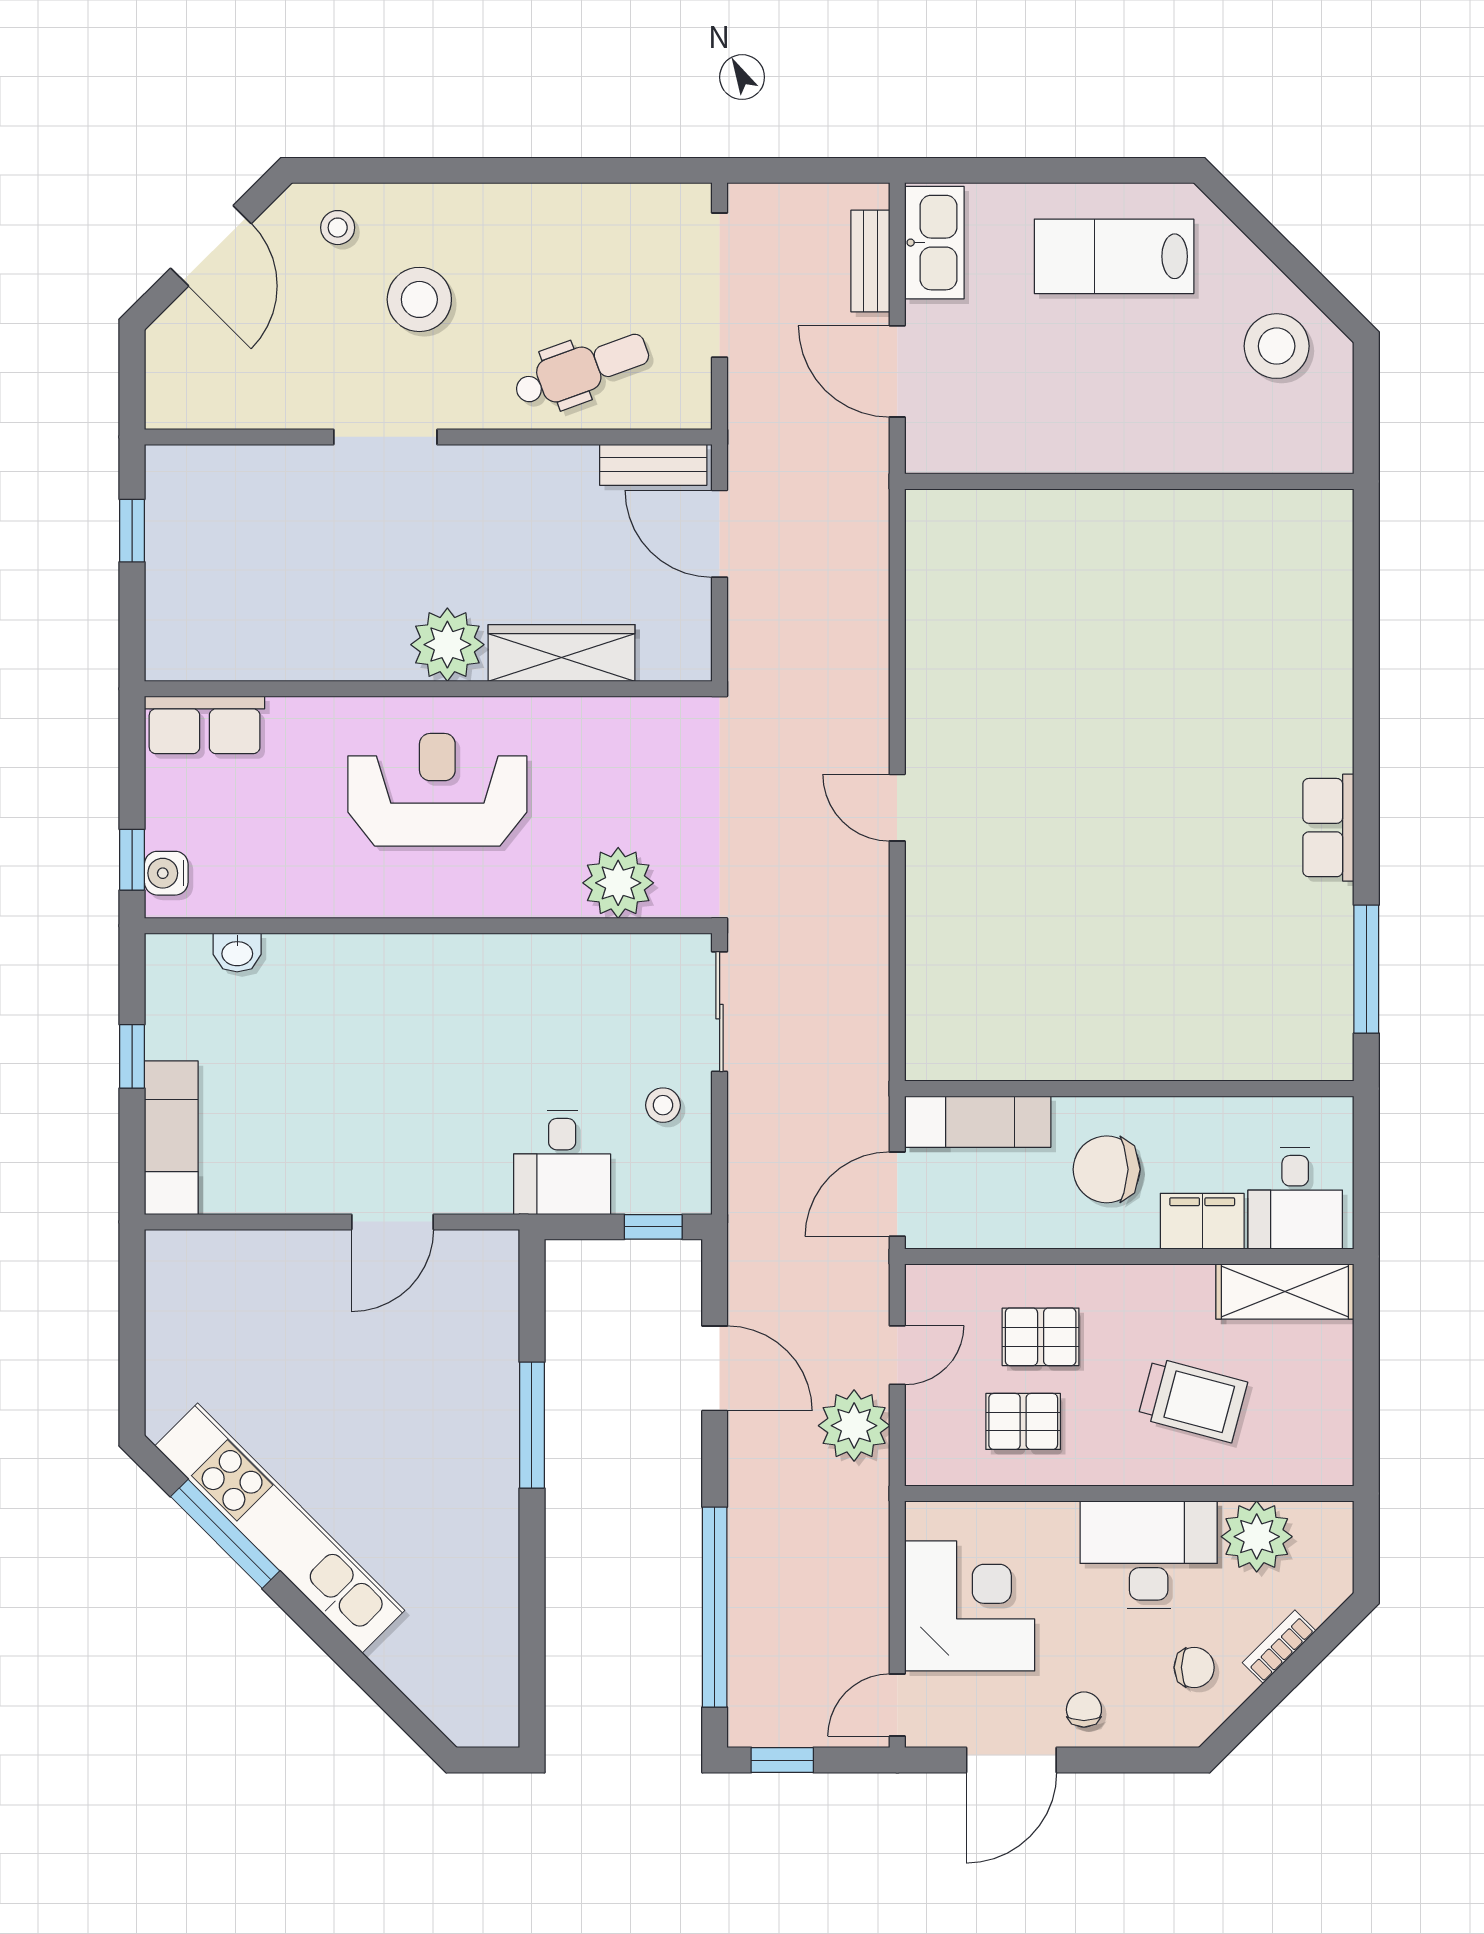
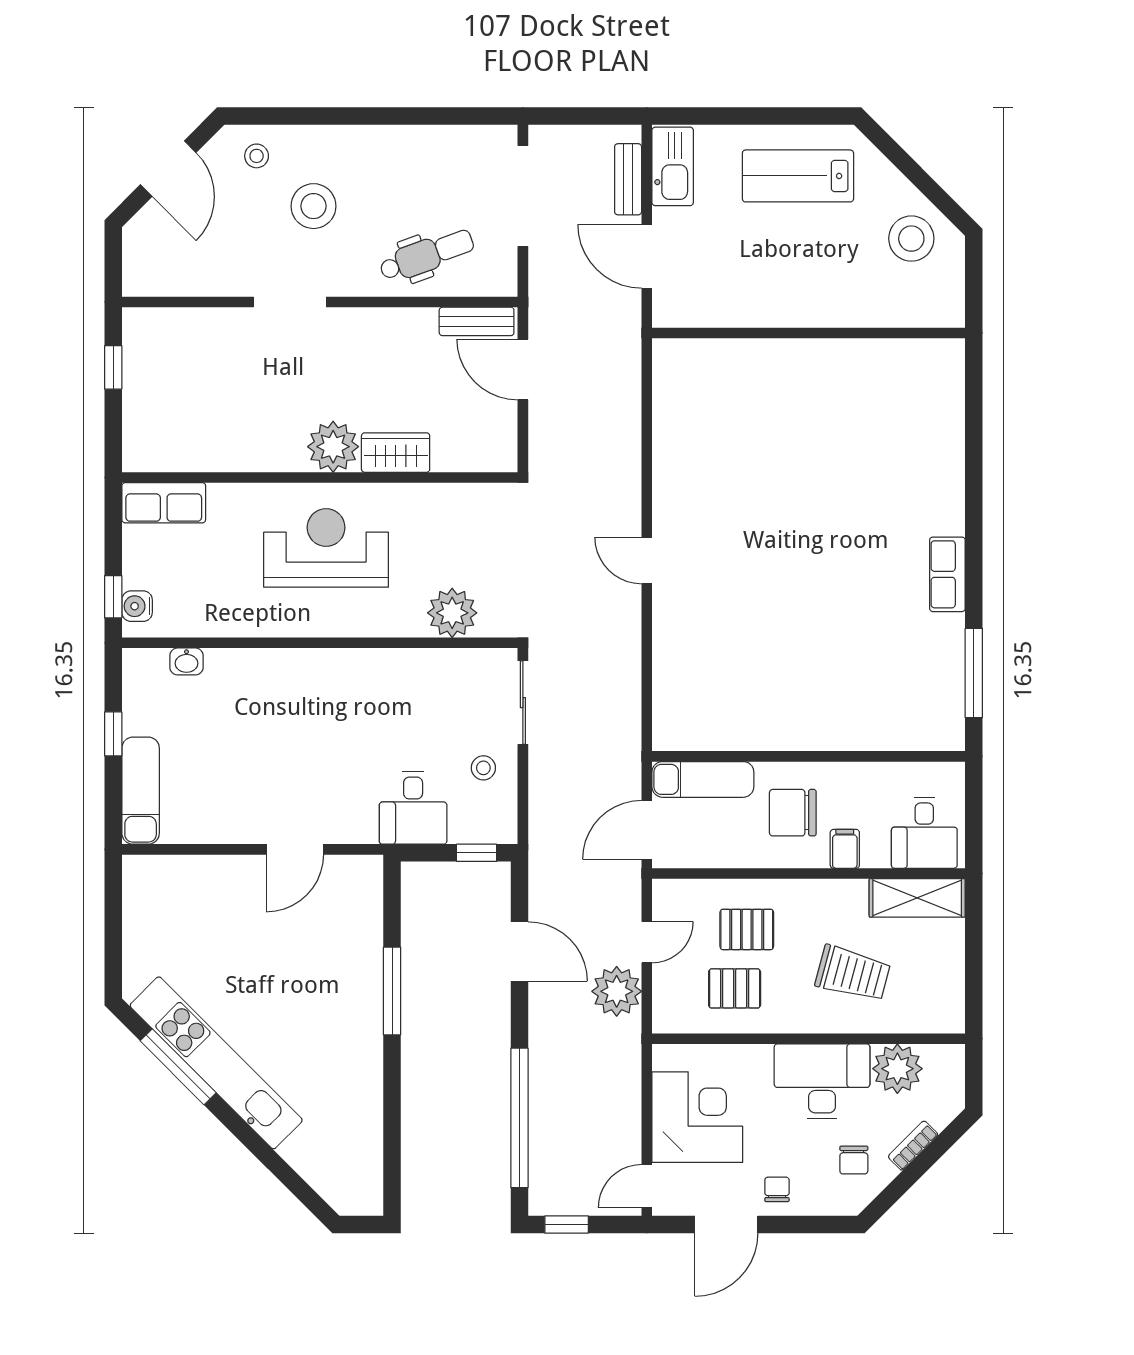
wardrobe: (562, 653) -> (396, 453), width x0.67
filing cabinet: (1202, 1221) -> (845, 849), width x0.50
chair: (1194, 1667) -> (854, 1160), turned 90

